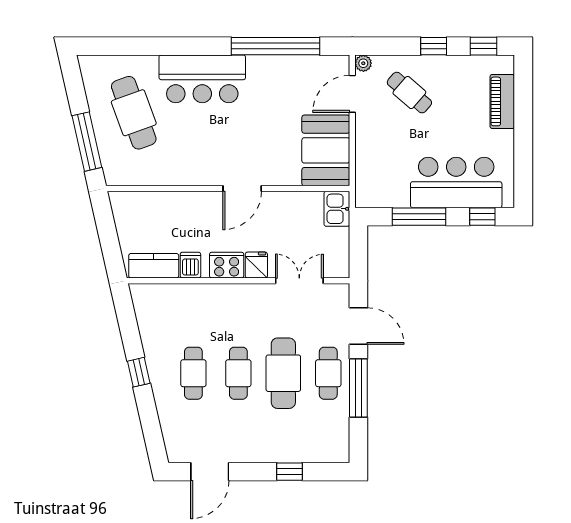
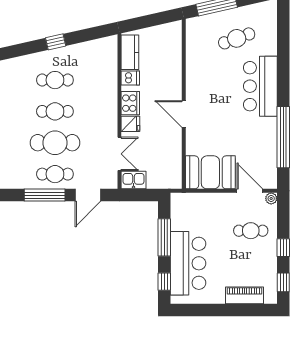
cafe table: (409, 93) -> (251, 231), turned 49
cafe table: (134, 113) -> (237, 38), width x0.73, depth x0.74
kitchen sink: (337, 209) -> (134, 180), moved

